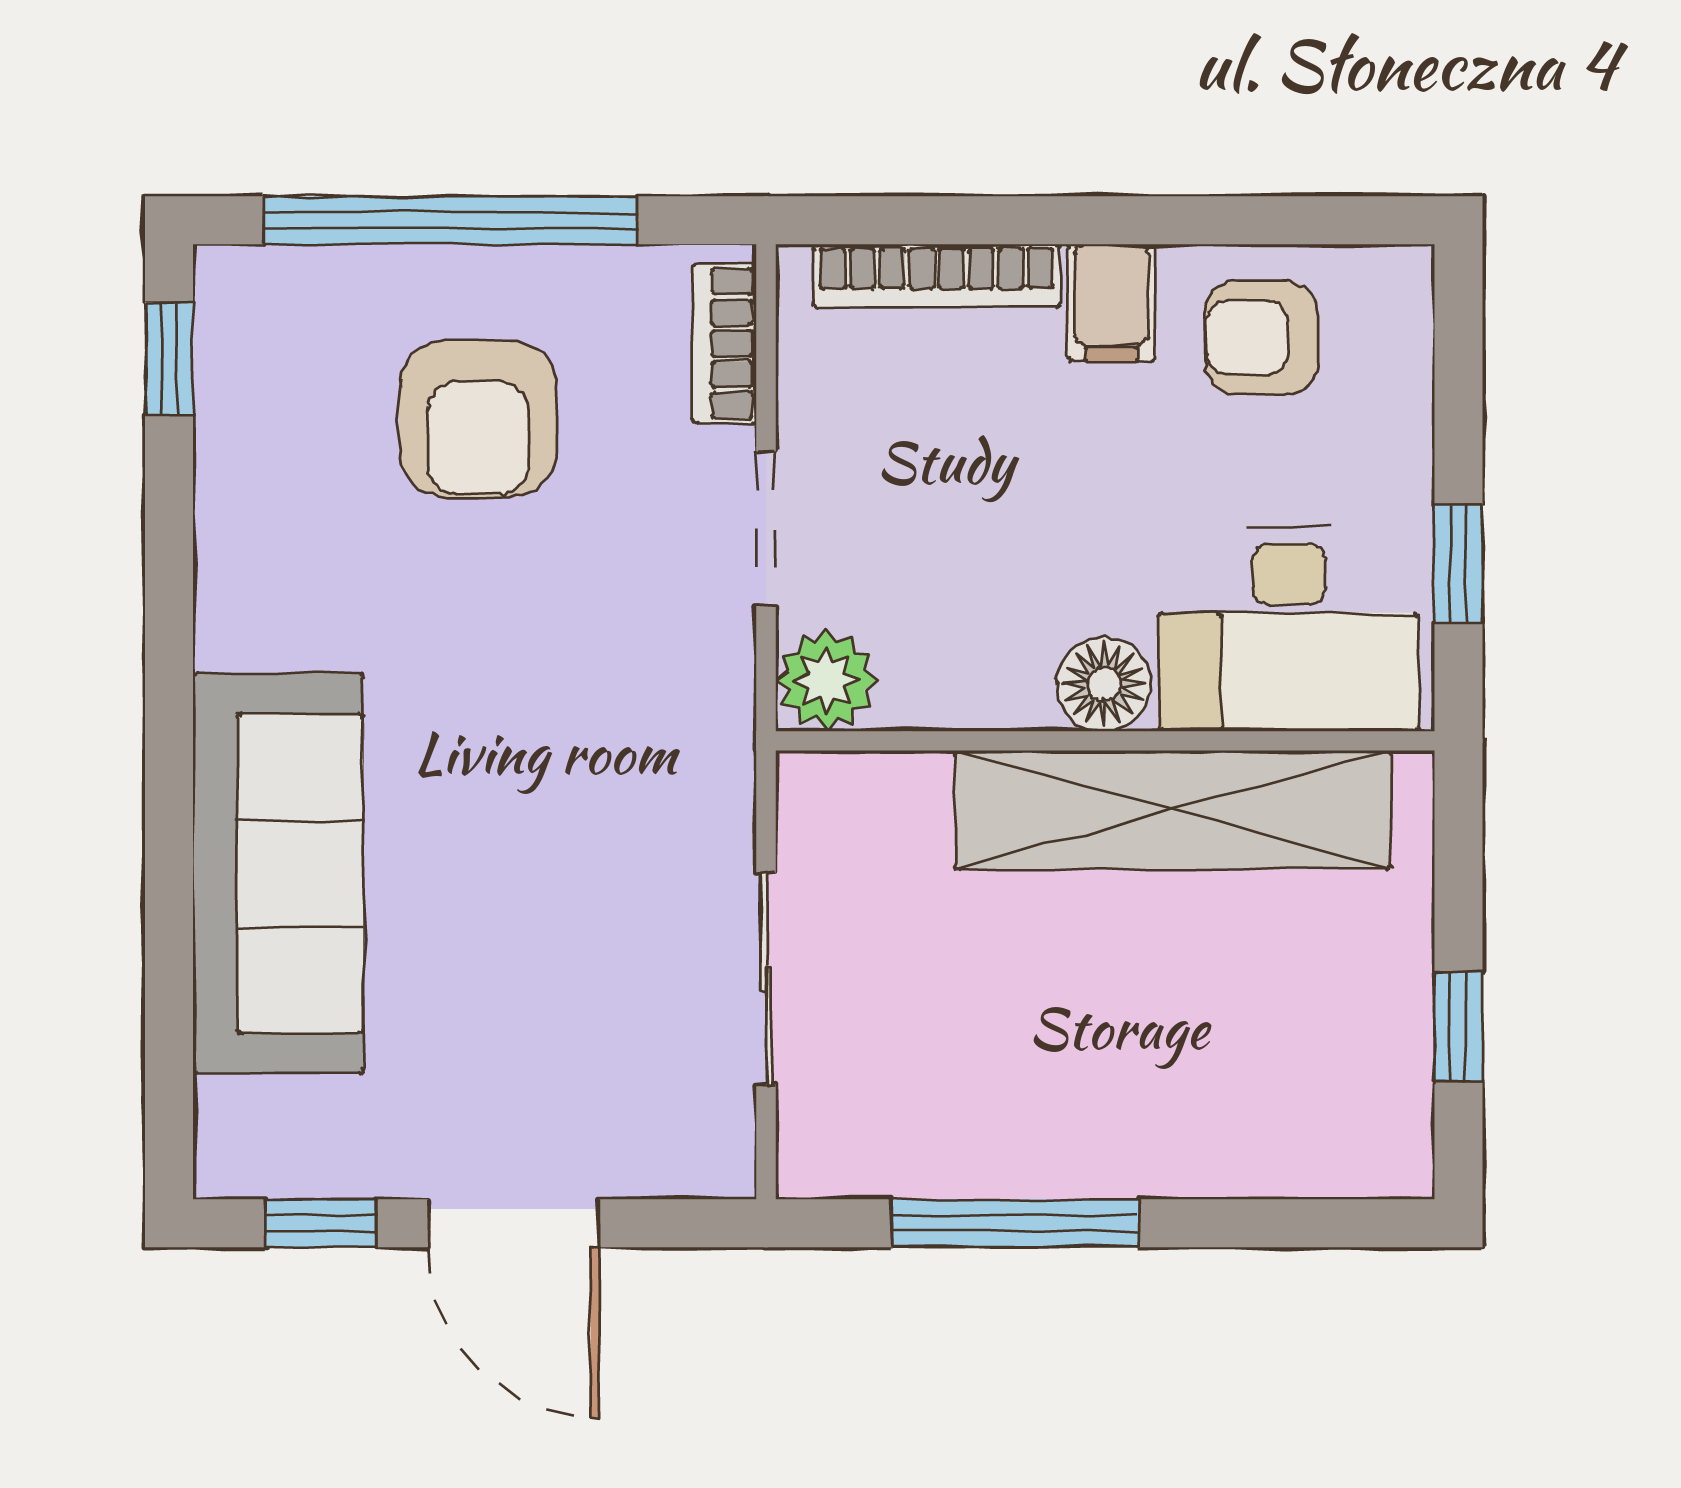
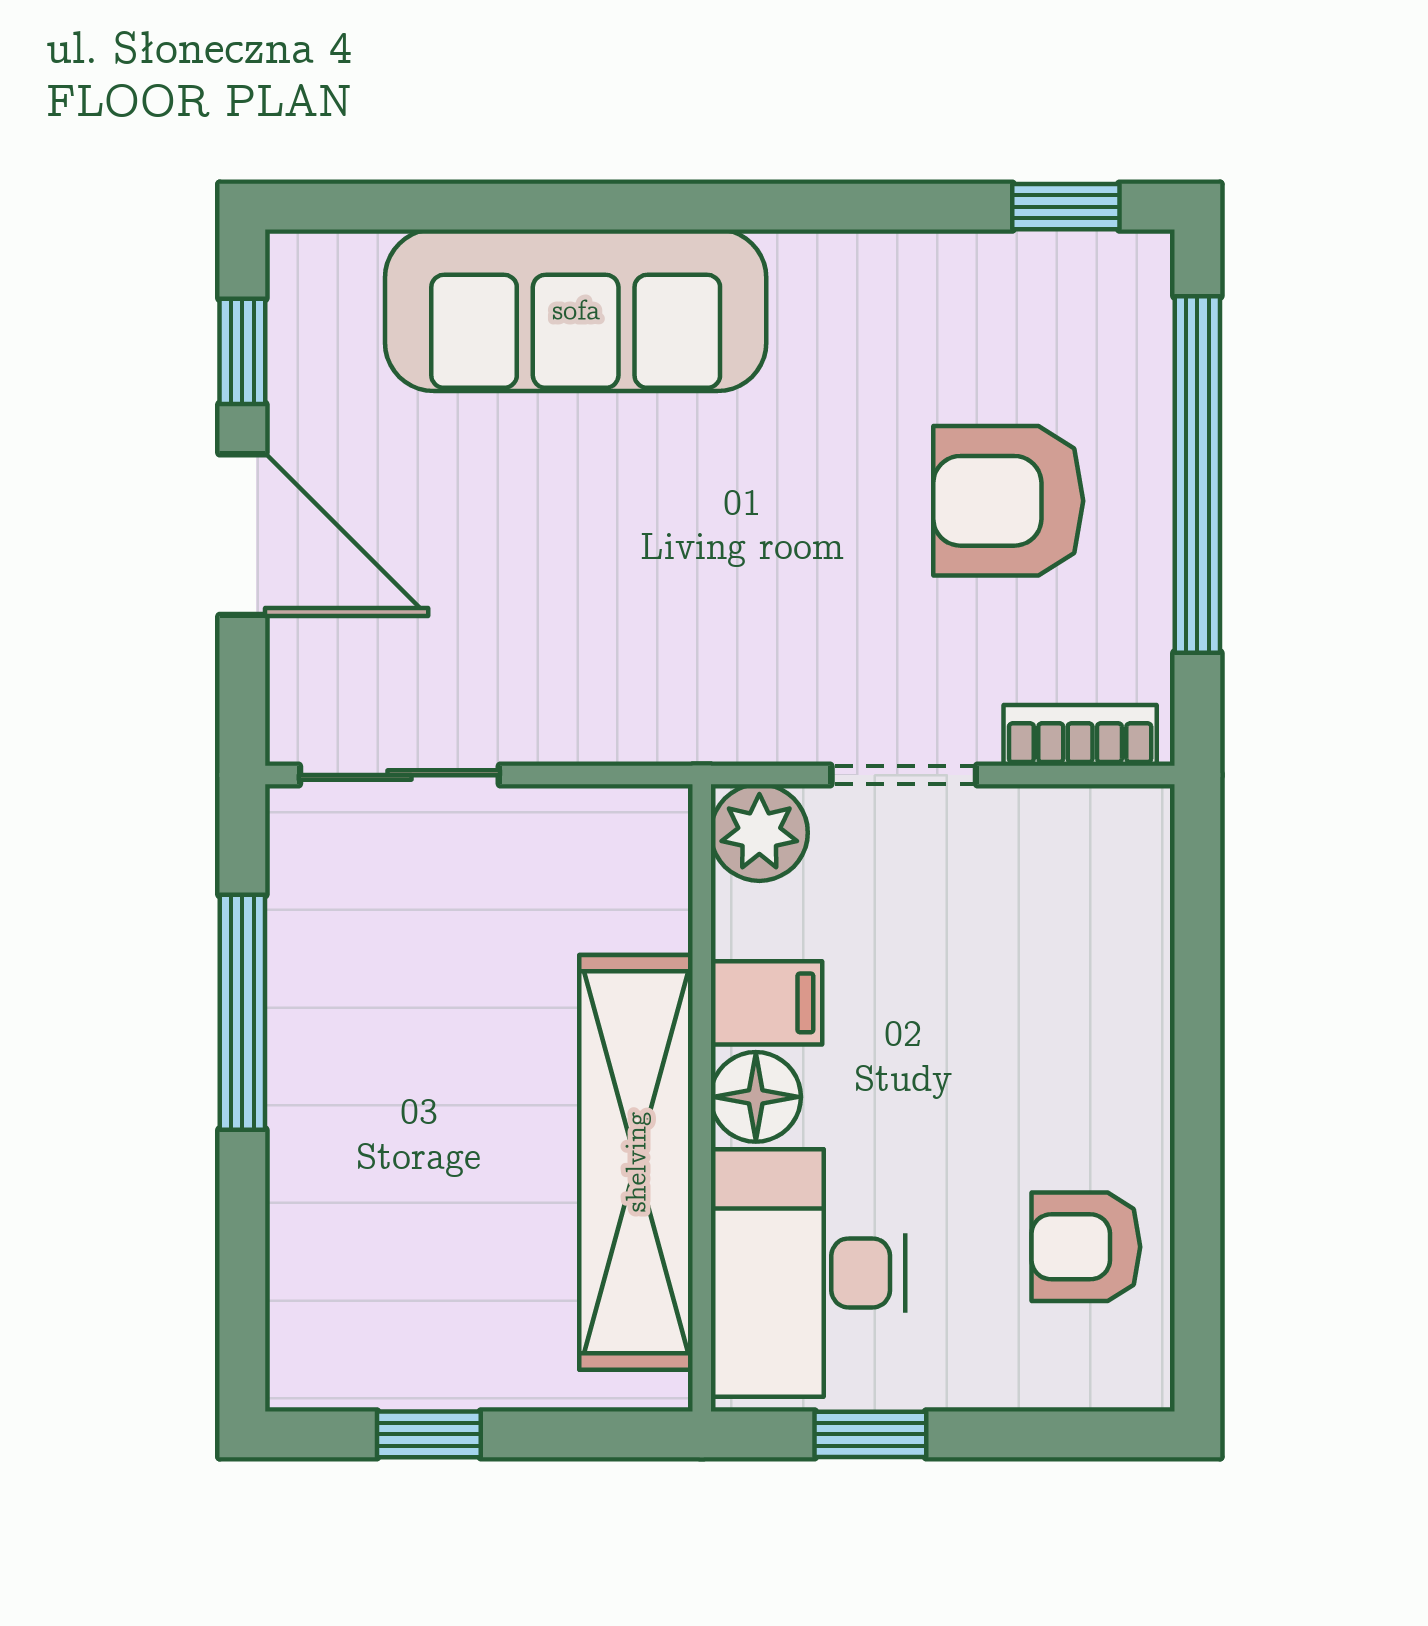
bookcase: (937, 276) -> (1145, 937), removed
filing cabinet: (1112, 303) -> (766, 1003), moved, turned 180
armchair: (1261, 337) -> (1086, 1247), turned -90
sliding door: (766, 978) -> (399, 775), moved
door: (514, 1223) -> (242, 535), swing flipped

